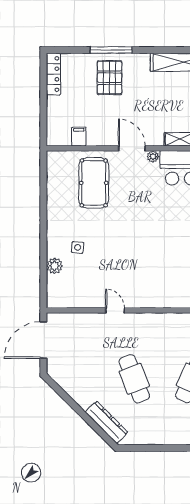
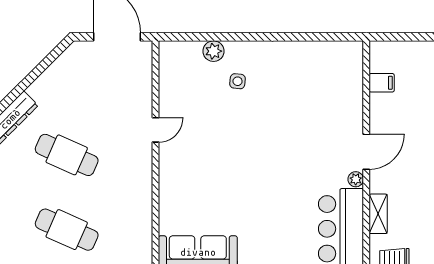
pool table: (94, 183) -> (321, 102), removed
cafe table: (134, 379) -> (67, 155), turned 45

